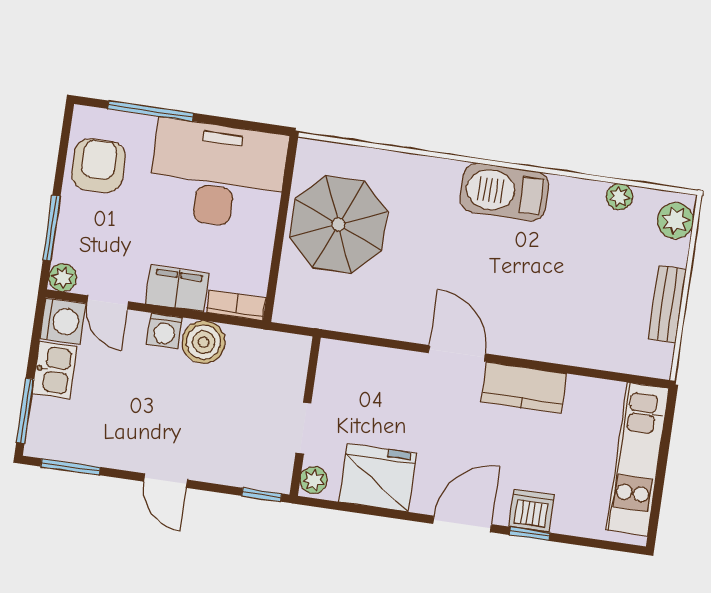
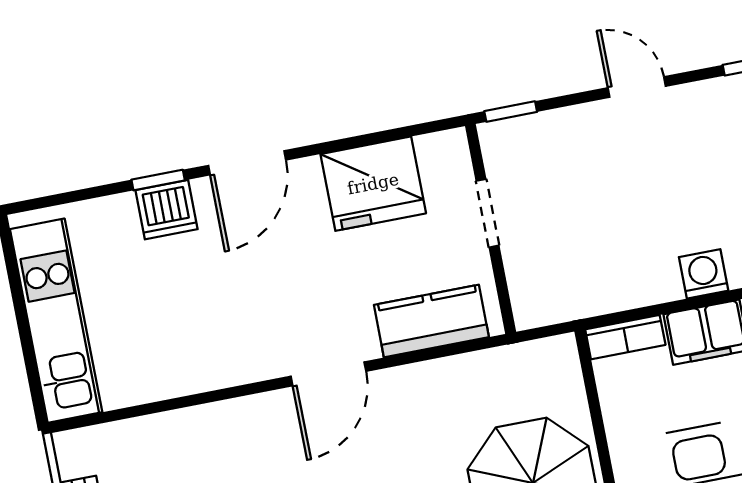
boiler: (203, 342) -> (650, 277), removed
door: (457, 353) -> (328, 374), hinge flipped
kitchen counter: (524, 388) -> (431, 321), moved
plant: (314, 480) -> (452, 153), removed

